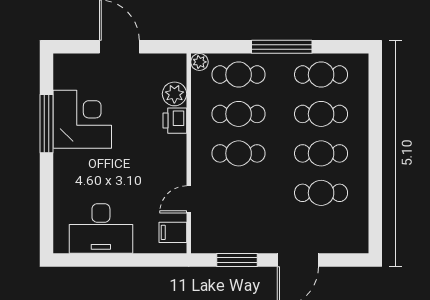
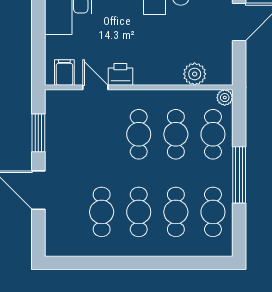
printer: (175, 121) -> (120, 74), moved

